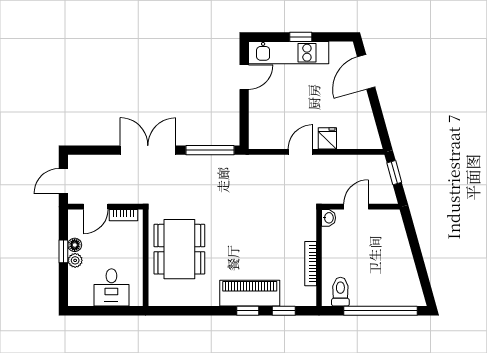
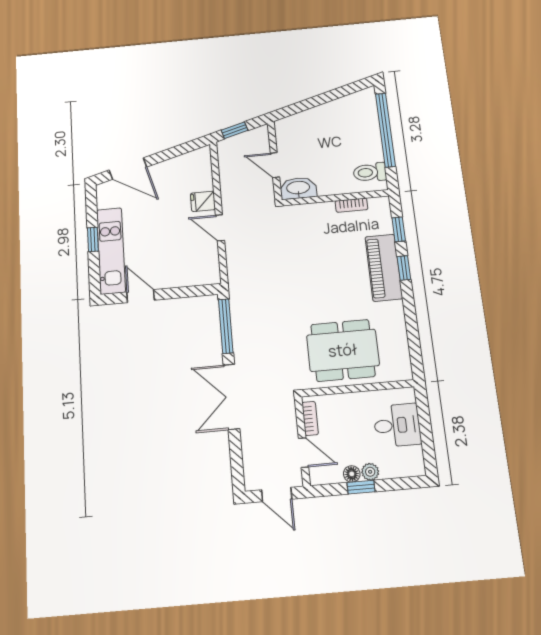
washbasin: (329, 218) -> (298, 188), width x1.91, depth x1.45
bookcase: (311, 264) -> (351, 205), width x0.64

